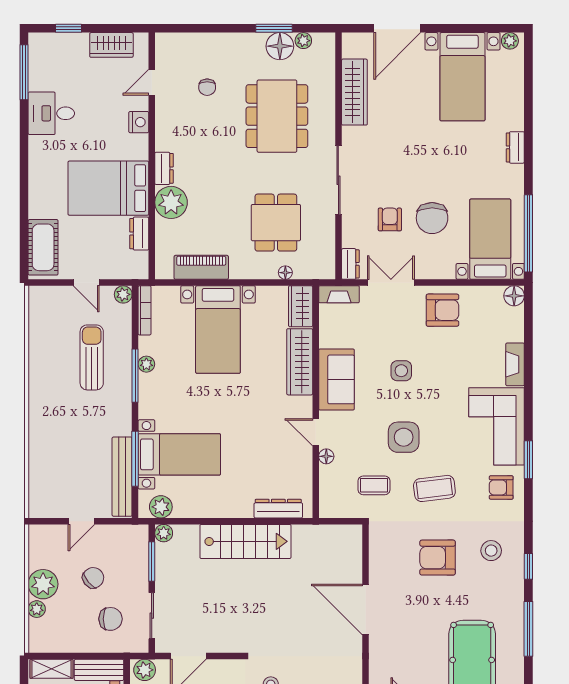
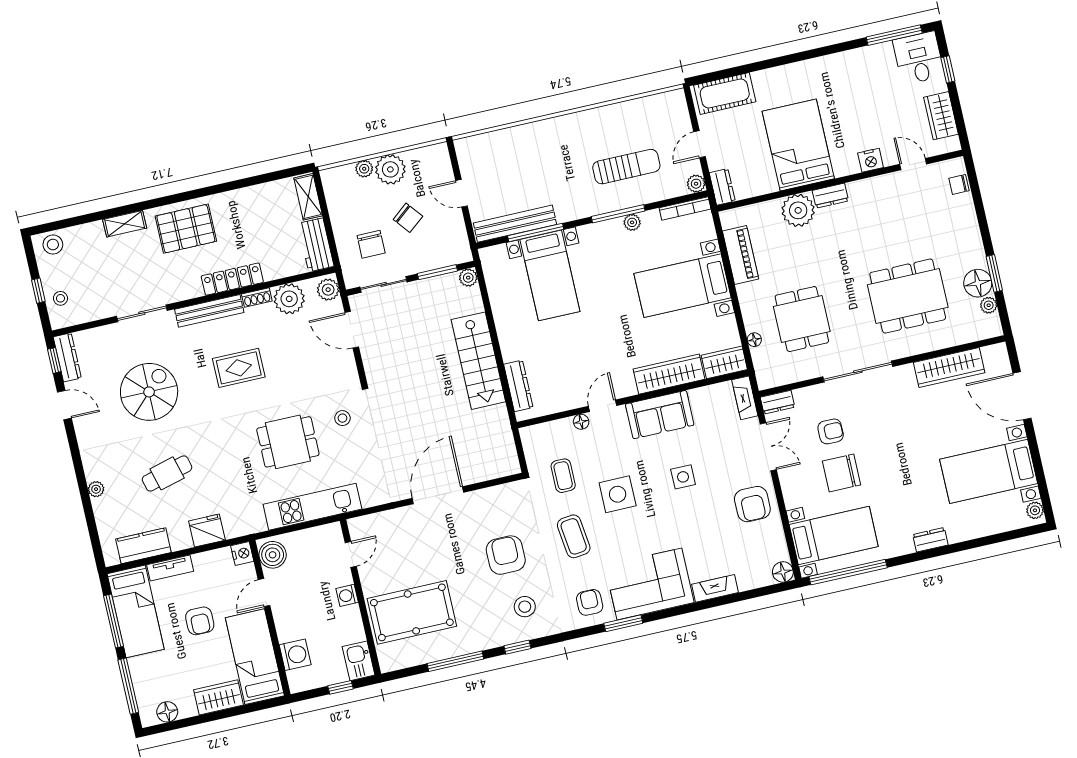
chair: (207, 87) -> (959, 184), moved
desk: (51, 113) -> (919, 58), moved
dining table: (276, 223) -> (802, 319), turned 90
dresser: (139, 234) -> (722, 187), moved, turned 90
plant: (161, 507) -> (494, 269), removed

